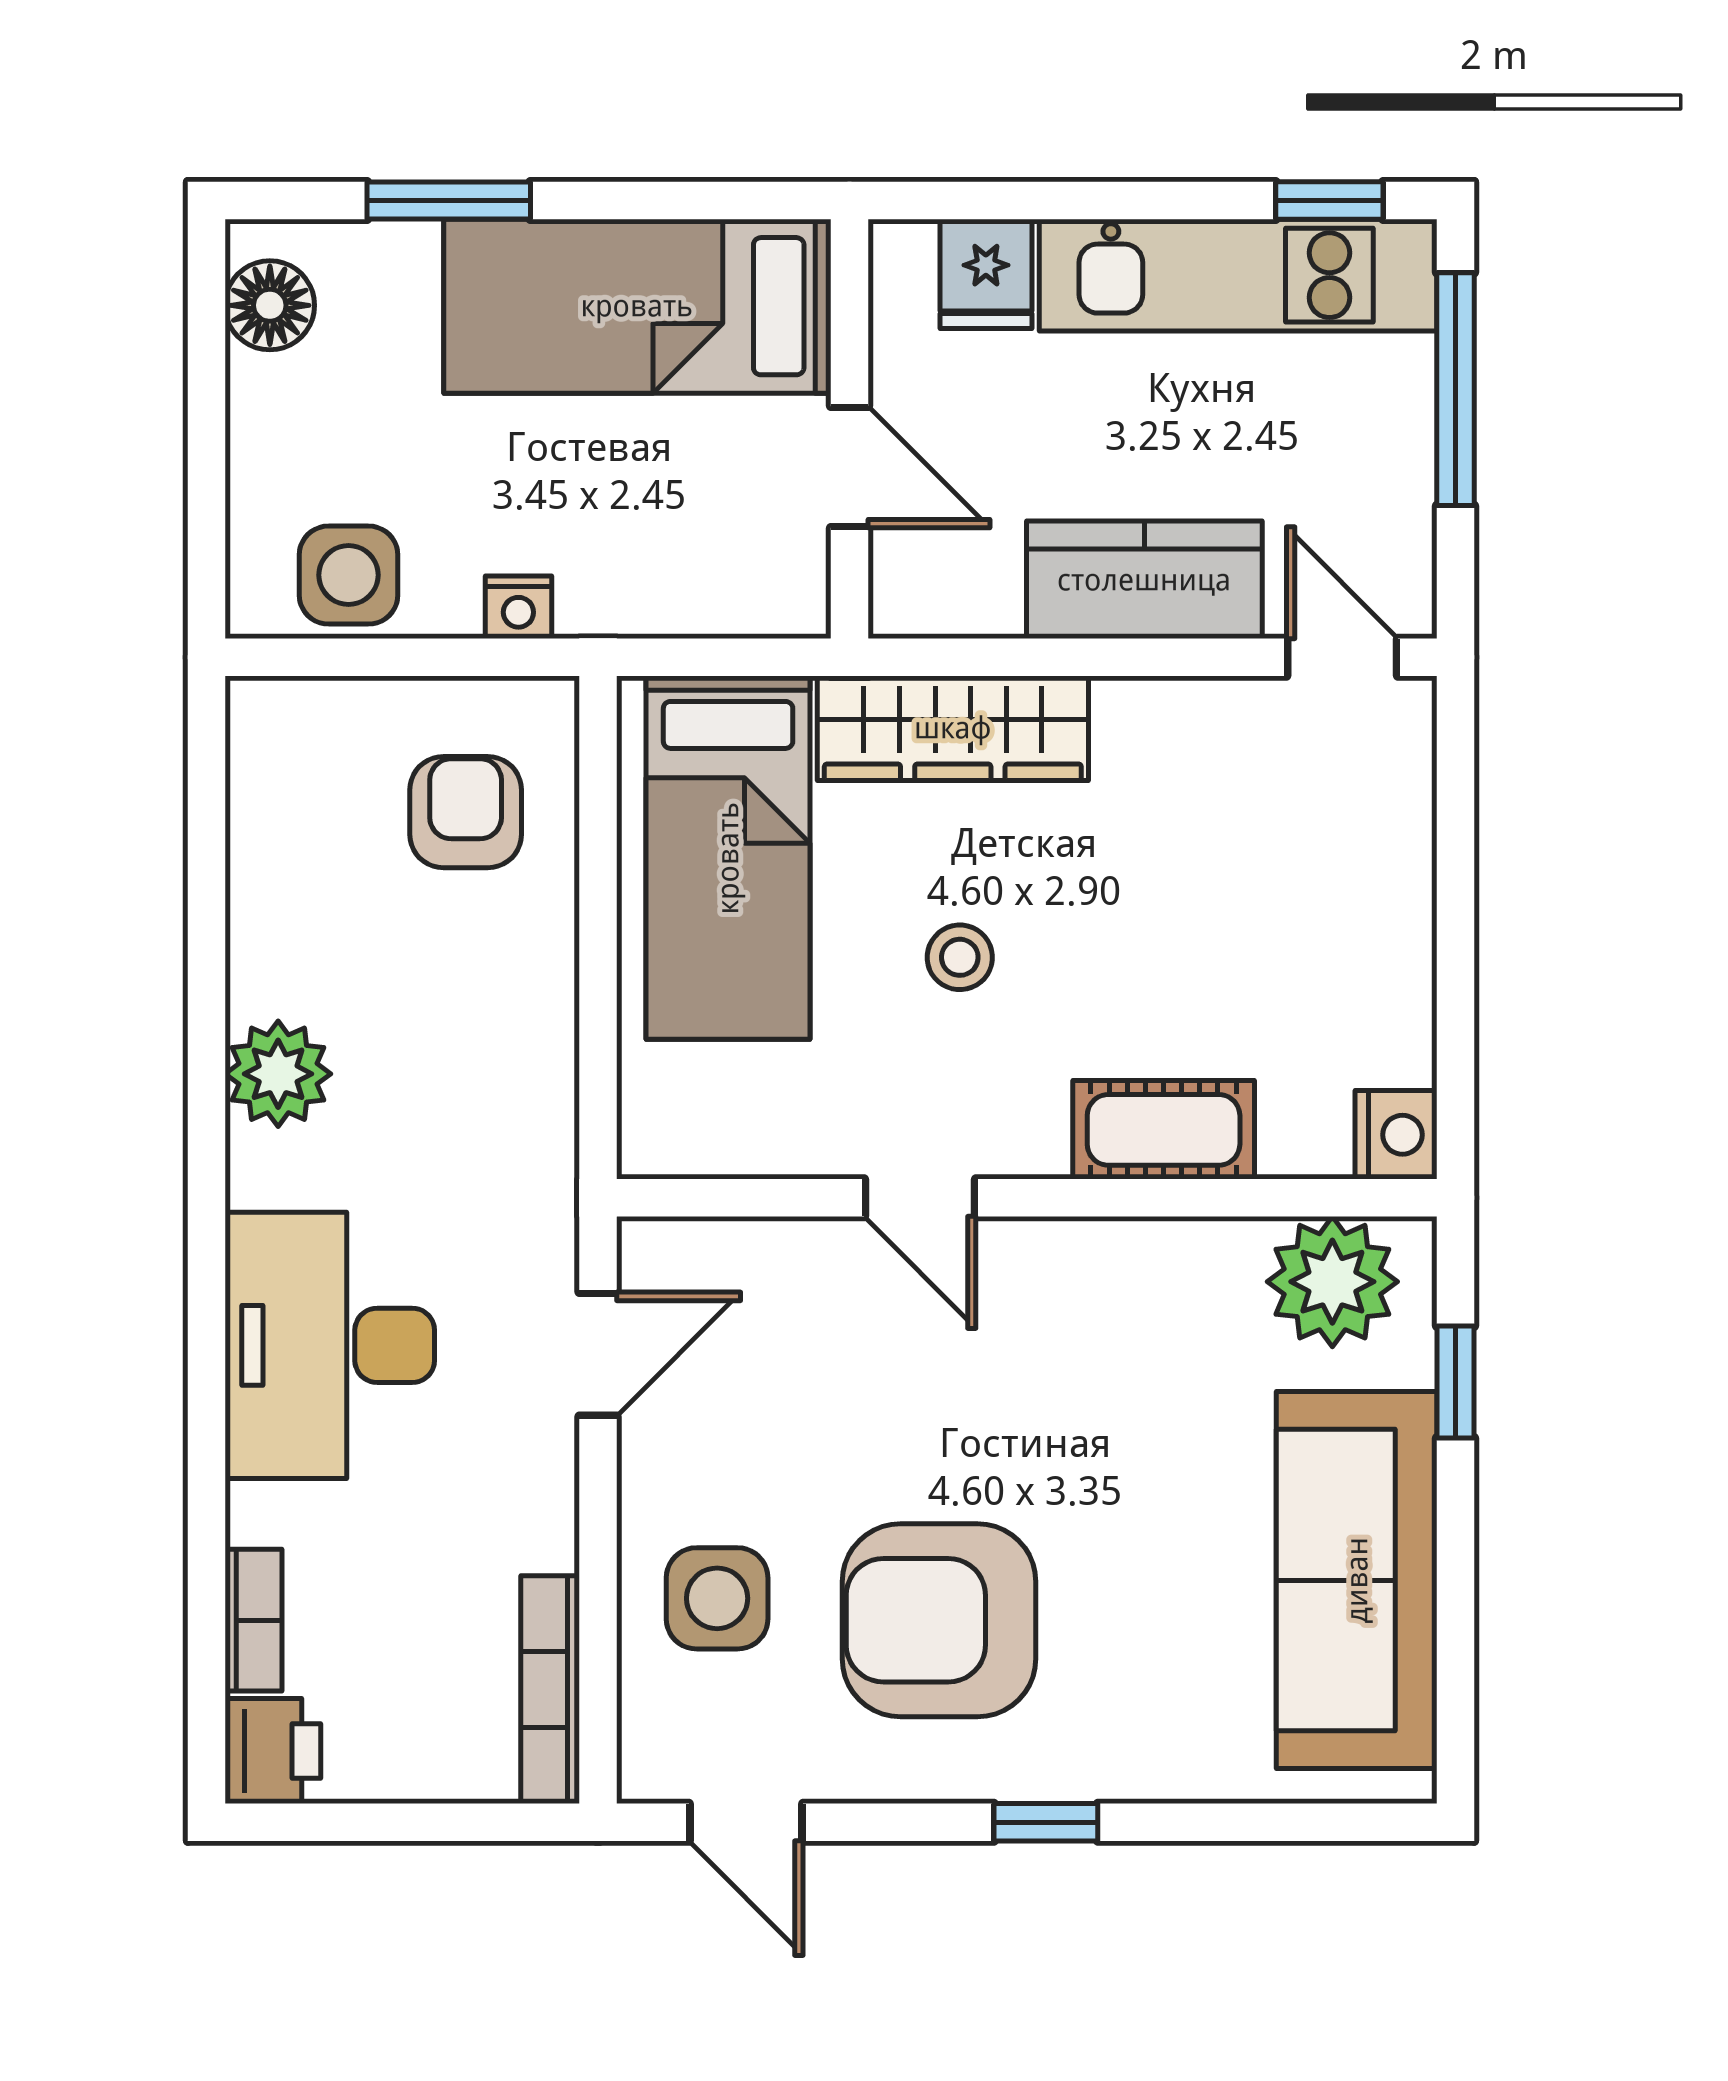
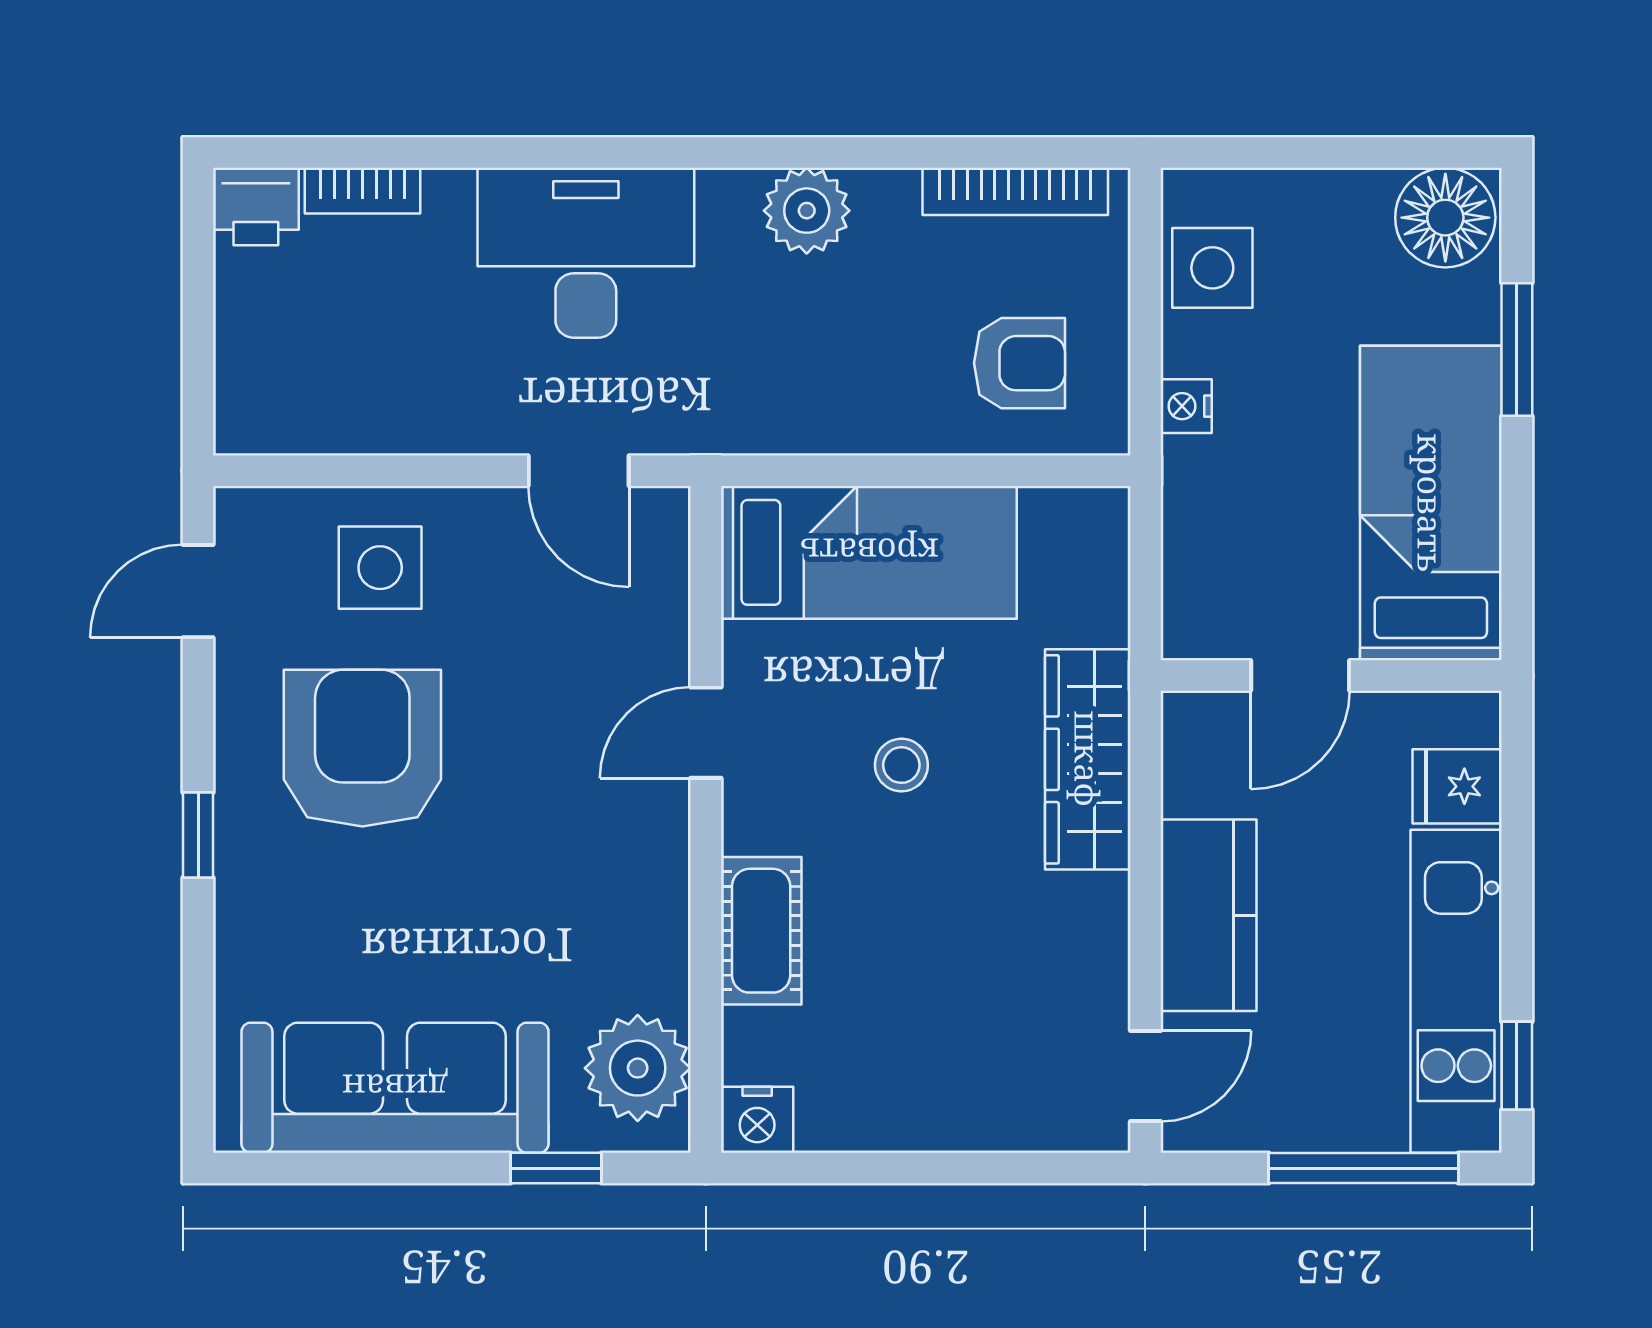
floor lamp: (270, 305) -> (1445, 218), width x1.38, depth x1.38
bed: (728, 858) -> (869, 552), moved, turned 180
bookcase: (550, 1690) -> (1015, 191), moved, turned 180

